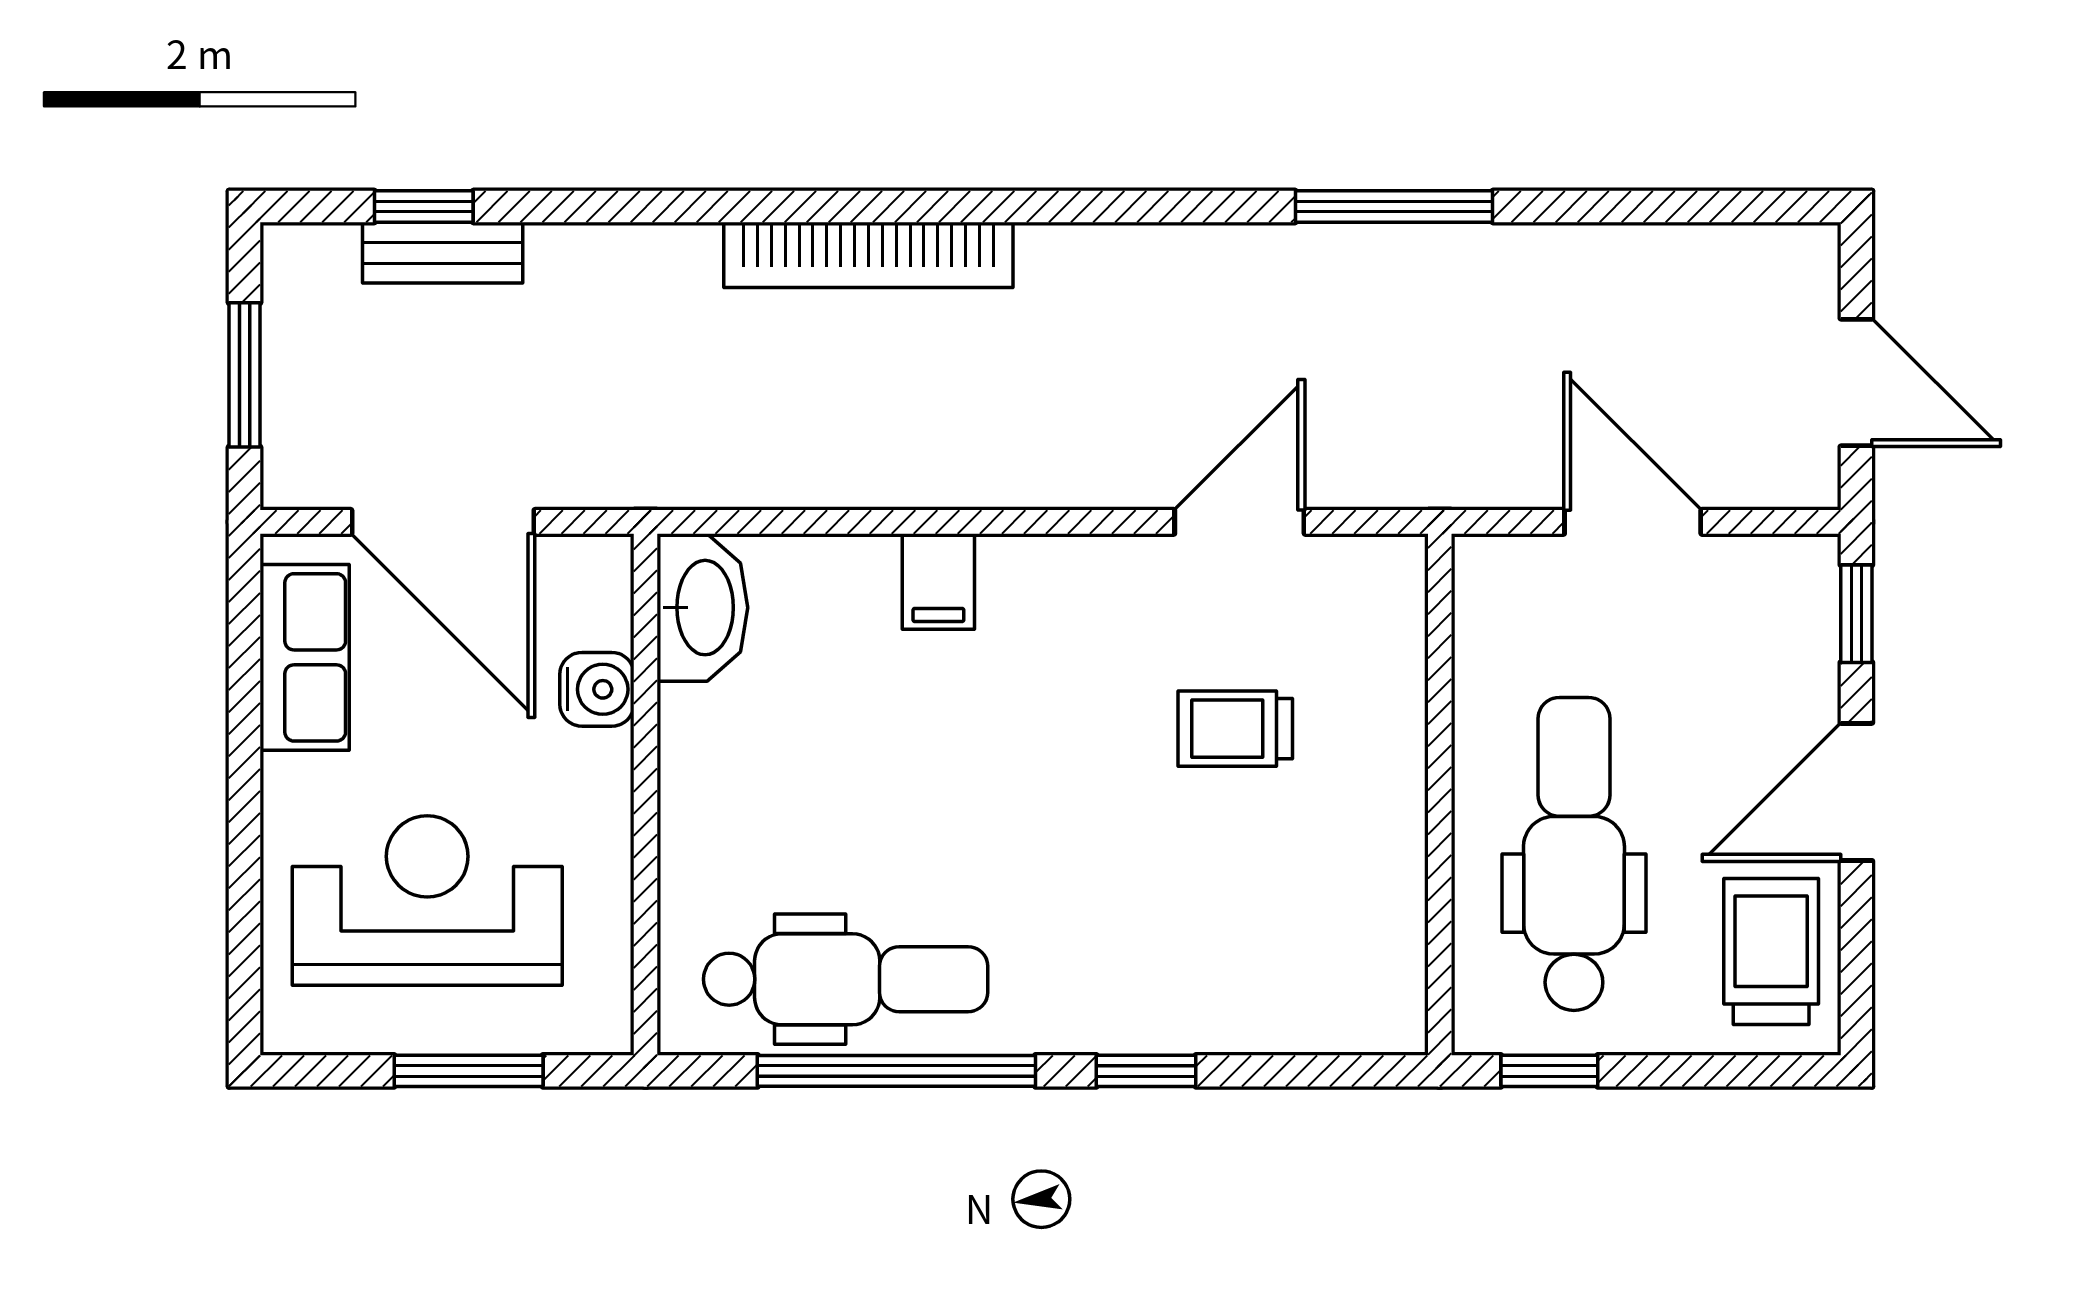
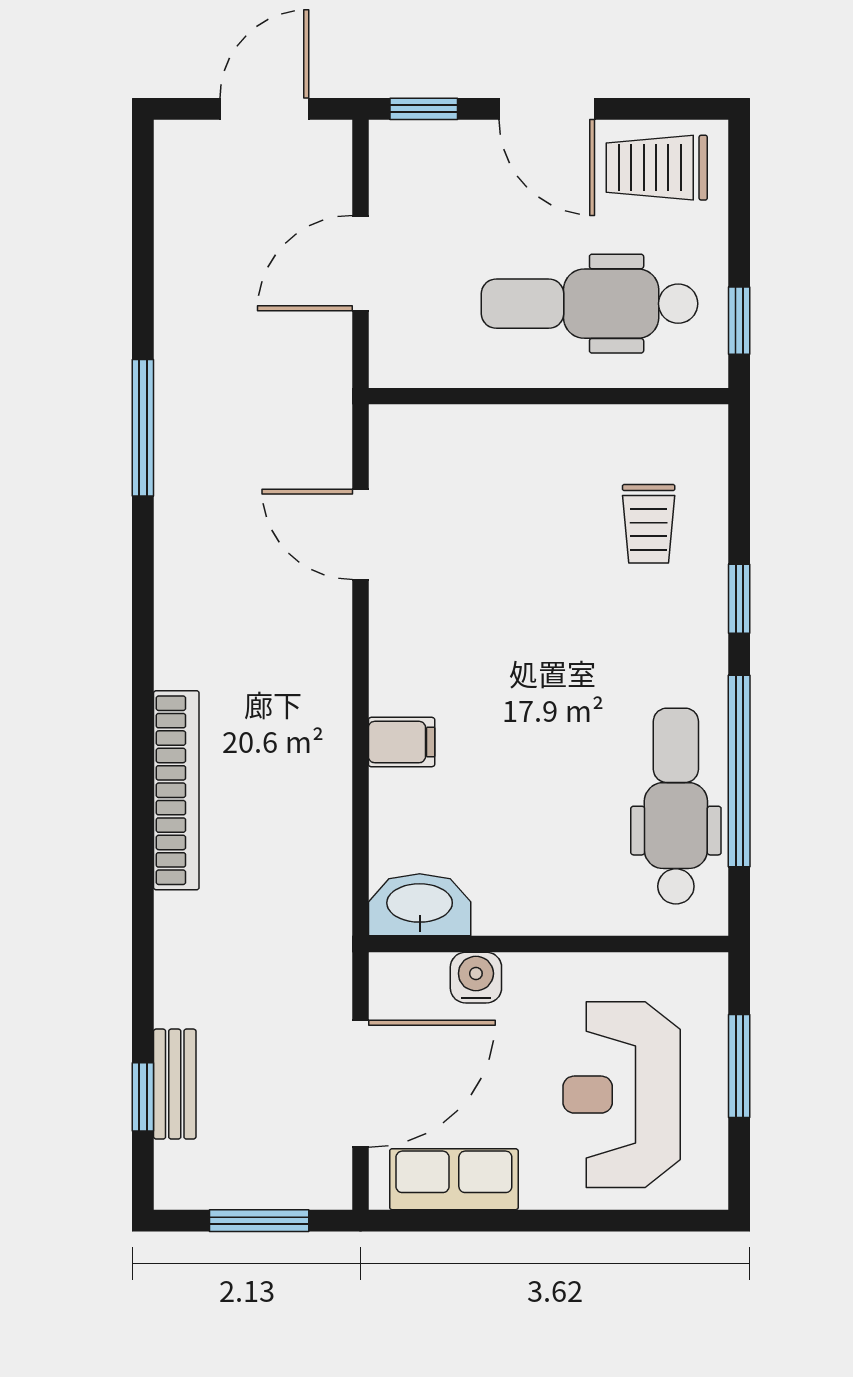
trolley: (1235, 729) -> (649, 524), moved

